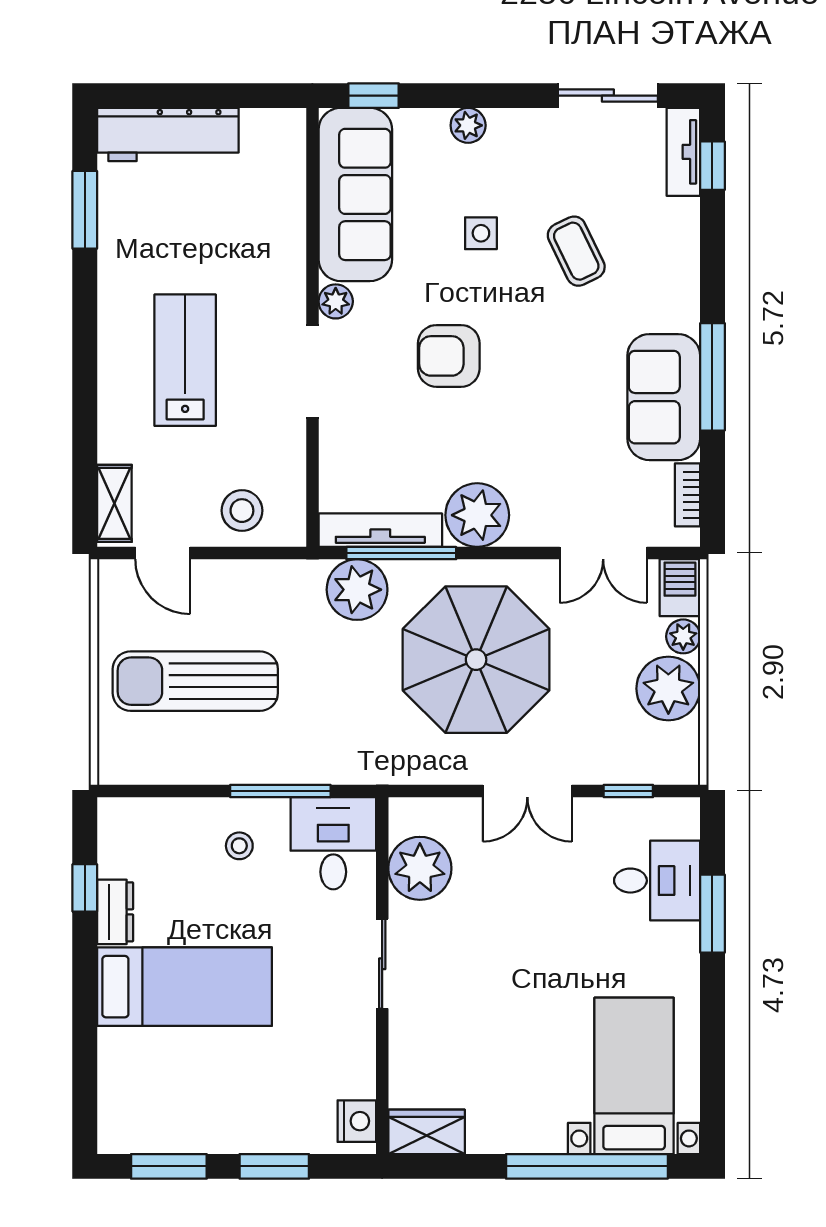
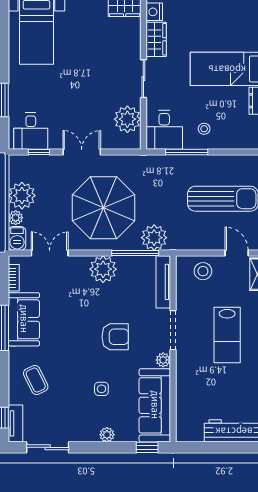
coffee table: (576, 251) -> (36, 380), moved
tv unit: (380, 530) -> (163, 282), moved, turned 90
desk: (657, 881) -> (31, 131), moved, turned -90
wardrobe: (352, 1056) -> (156, 39), added

